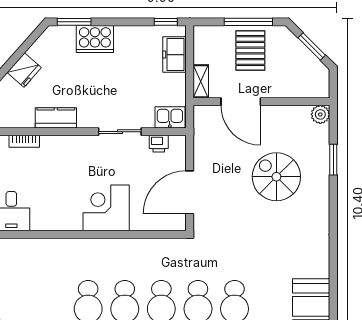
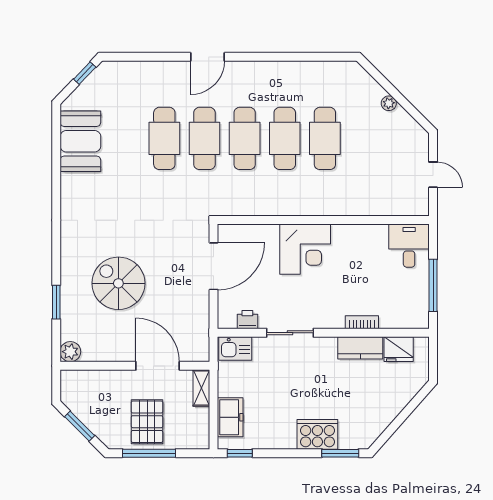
fridge: (24, 70) -> (399, 349), moved, turned -131
bookcase: (24, 141) -> (362, 322), moved
spiral stairs: (276, 177) -> (118, 283), turned 180

